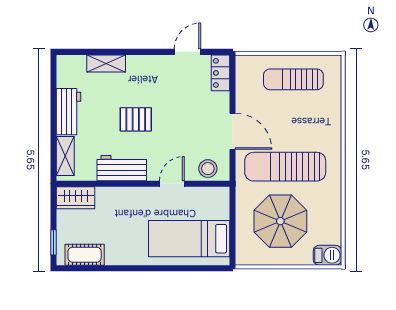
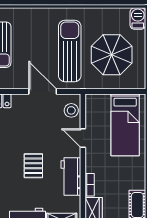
door: (232, 131) -> (43, 91), hinge flipped
sun lounger: (285, 167) -> (70, 51), turned 180
bookcase: (111, 193) -> (90, 185), added

